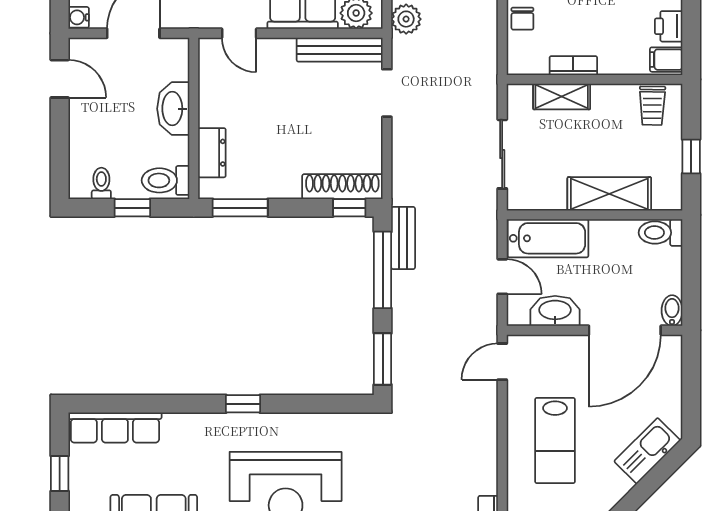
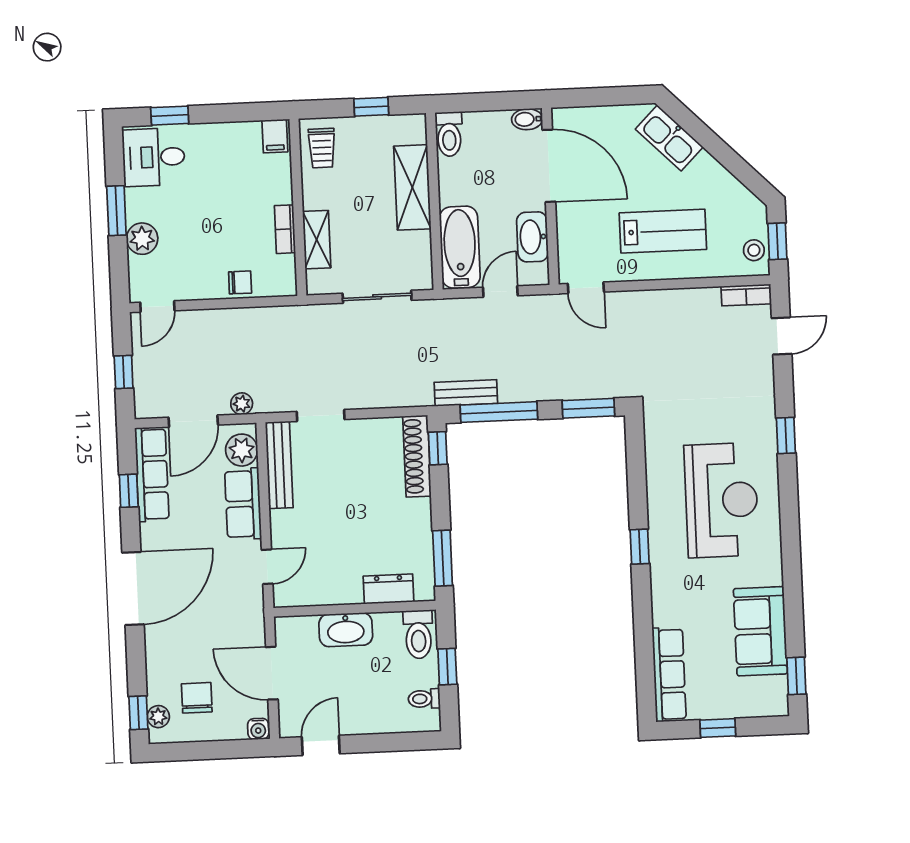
plant: (406, 19) -> (242, 404), width x0.73, depth x0.73
printer: (669, 26) -> (241, 135), removed
trolley: (652, 106) -> (322, 148), turned 89

